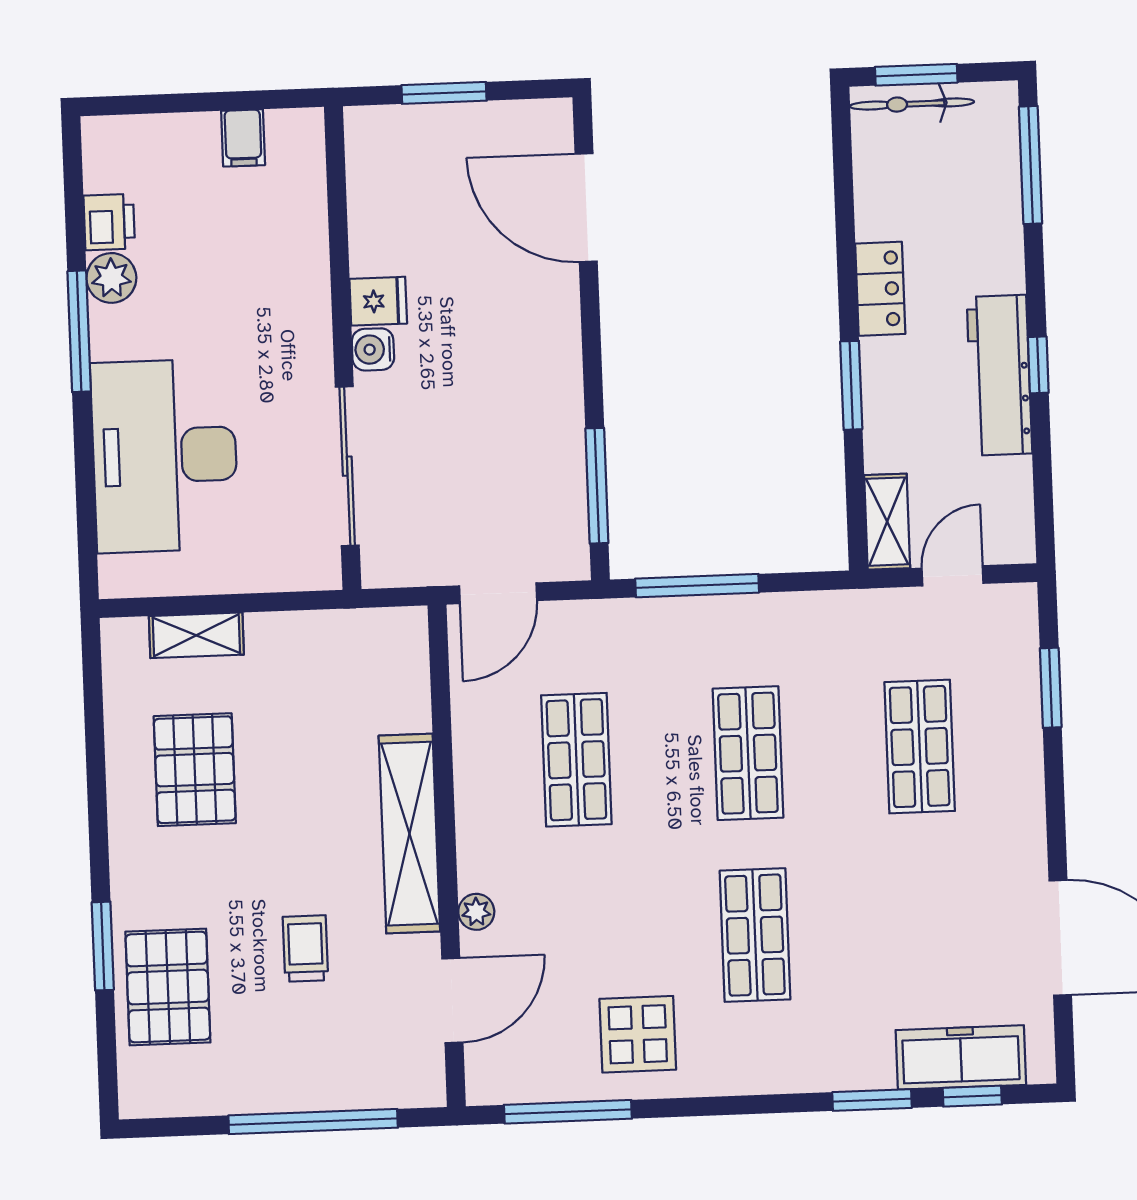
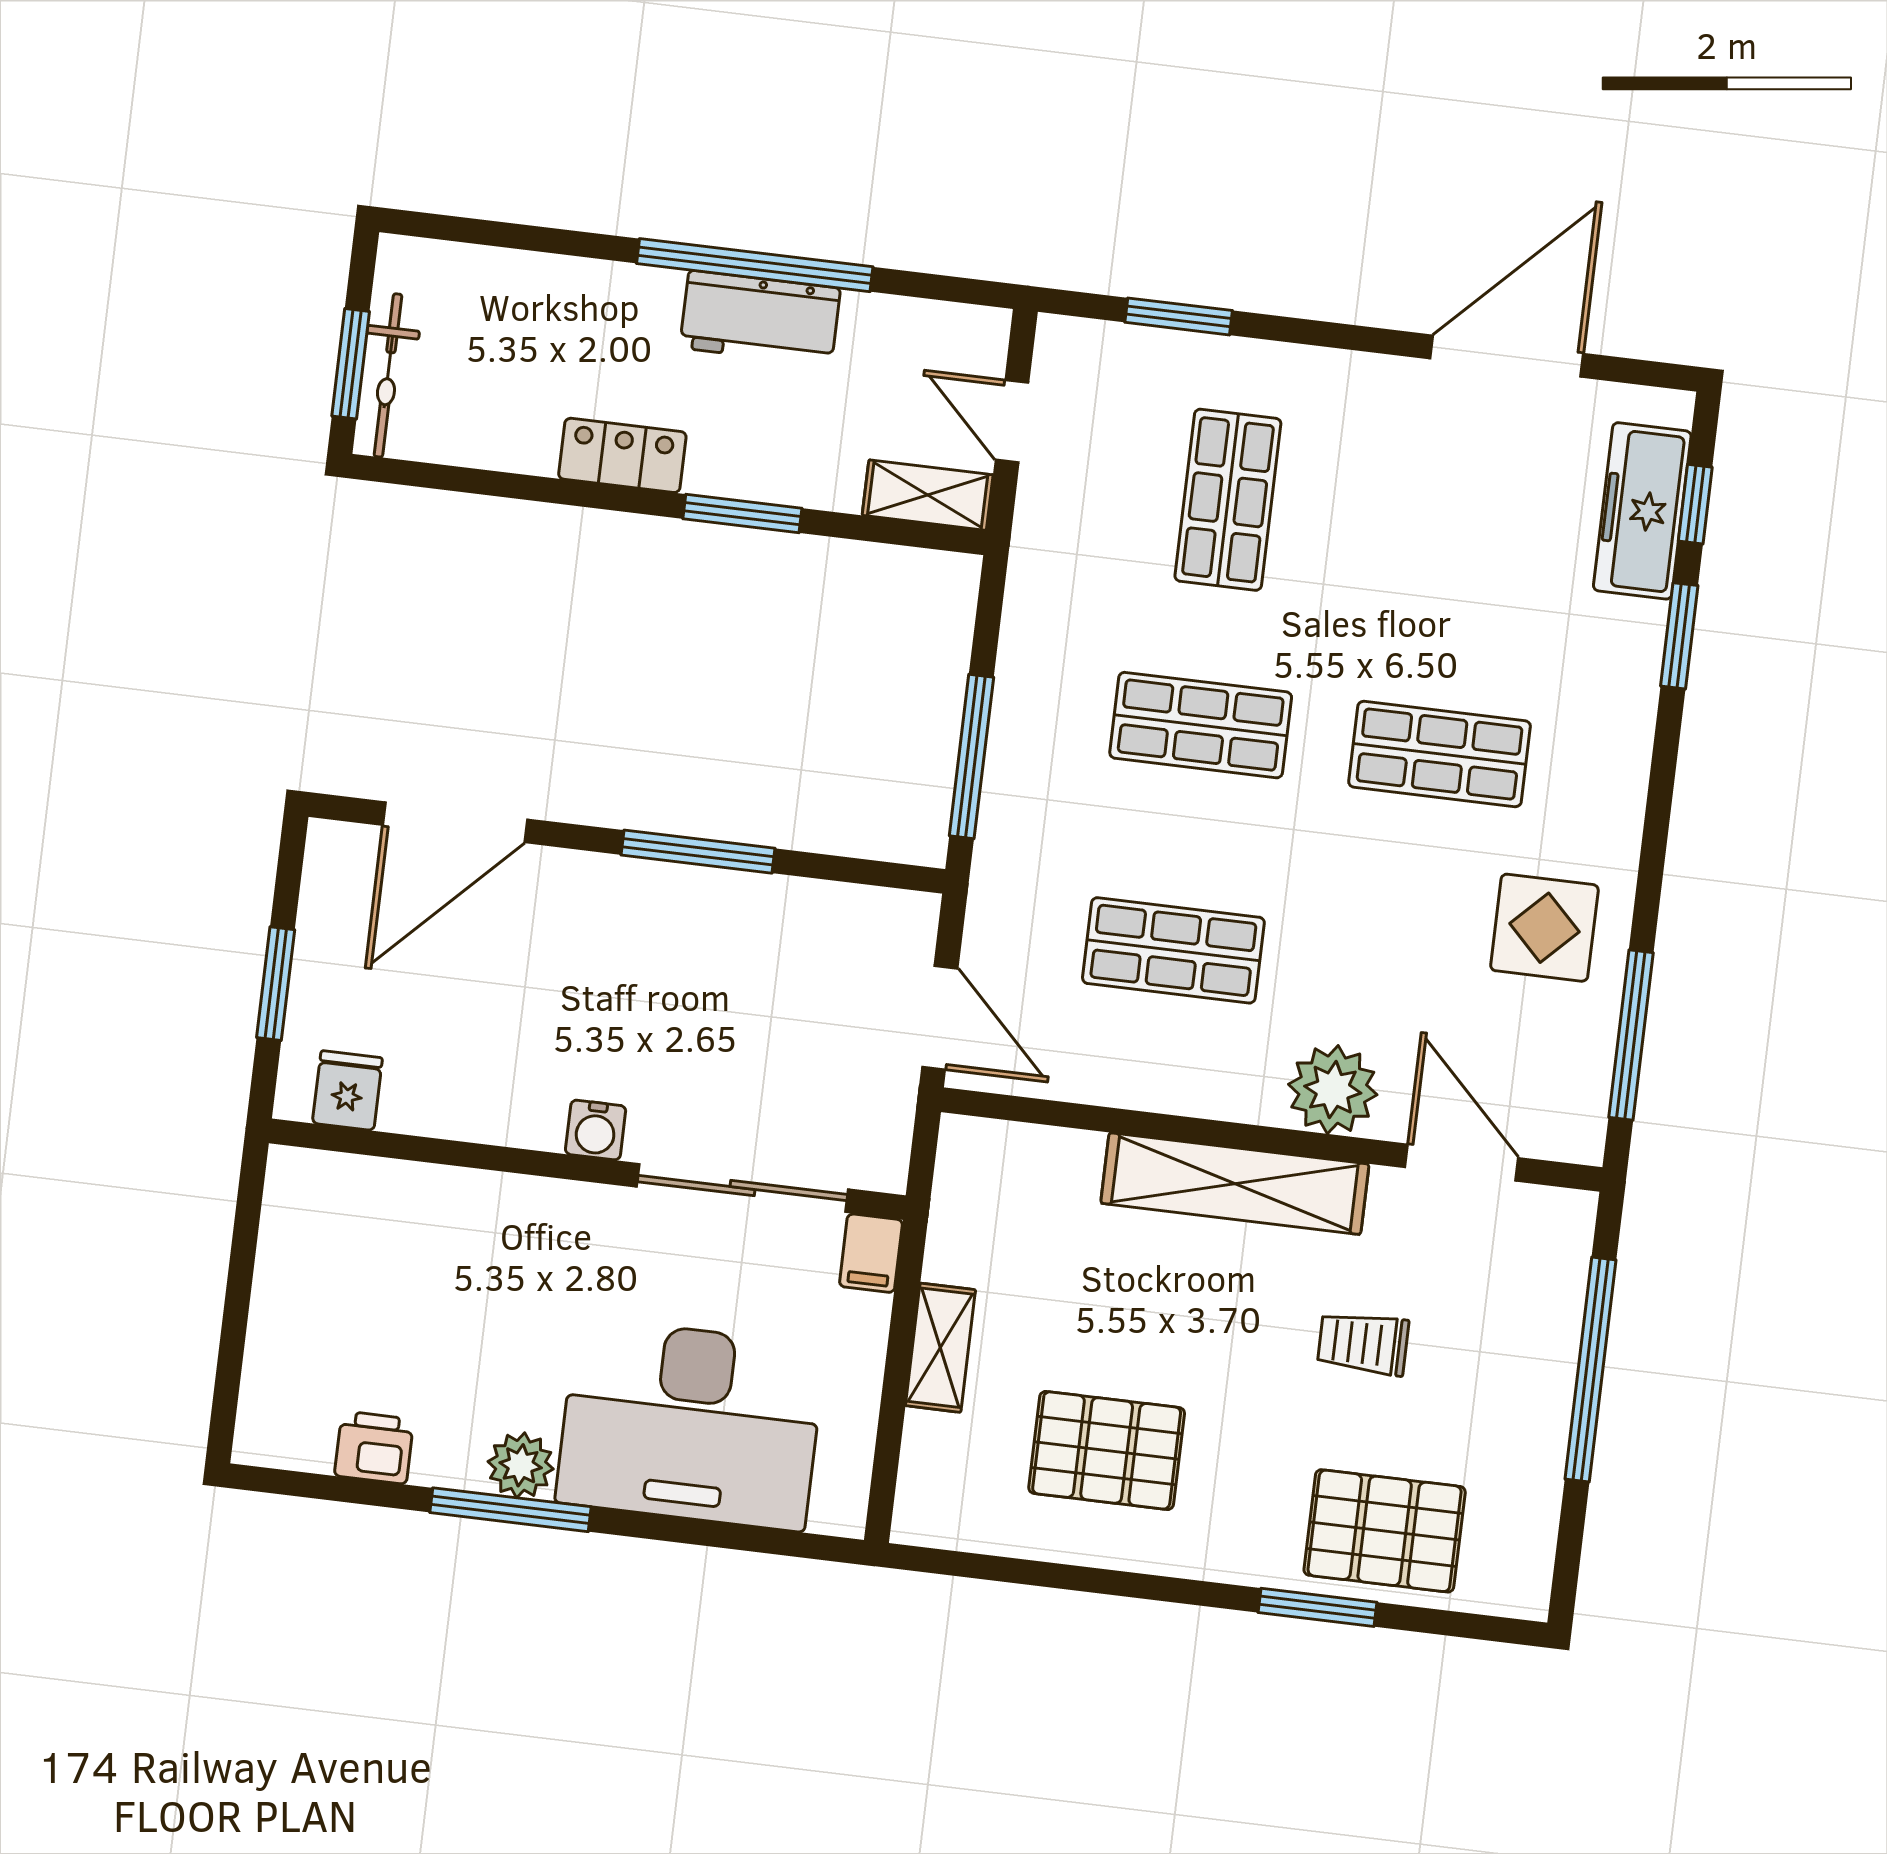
filing cabinet: (243, 138) -> (871, 1253), moved, turned 90
window: (1031, 165) -> (492, 233), removed
plant: (111, 278) -> (521, 1465), moved
fridge: (378, 301) -> (347, 1091), moved
window: (1038, 365) -> (755, 265), width x3.17
workbench: (999, 375) -> (760, 318), width x0.73
window: (597, 486) -> (698, 852), moved
shelving: (196, 635) -> (940, 1348), moved
shop shelf: (920, 747) -> (1228, 500), turned 90
plant: (476, 912) -> (1333, 1090), width x1.88, depth x1.88

